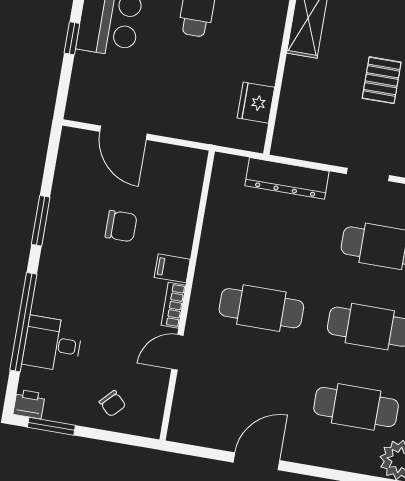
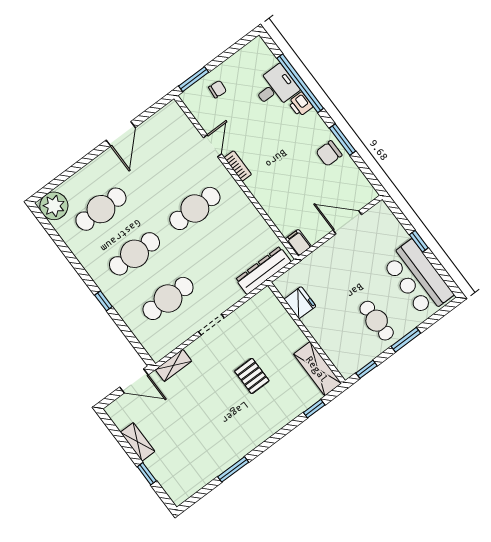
dresser: (287, 178) -> (263, 271), moved
chair: (121, 226) -> (329, 153), moved
filing cabinet: (172, 268) -> (298, 243), moved, turned -90
printer: (29, 404) -> (300, 104), moved, turned 90
chair: (112, 404) -> (217, 89), turned 141
window: (51, 426) -> (194, 79), moved

